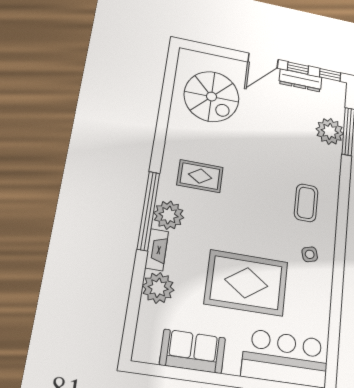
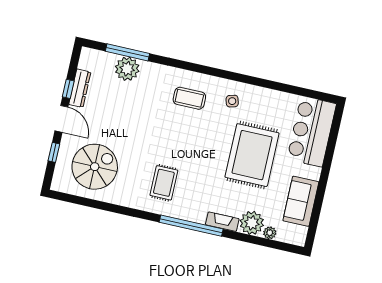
window: (330, 75) -> (54, 152), moved
plant: (169, 215) -> (270, 233), moved, width x0.53, depth x0.53

